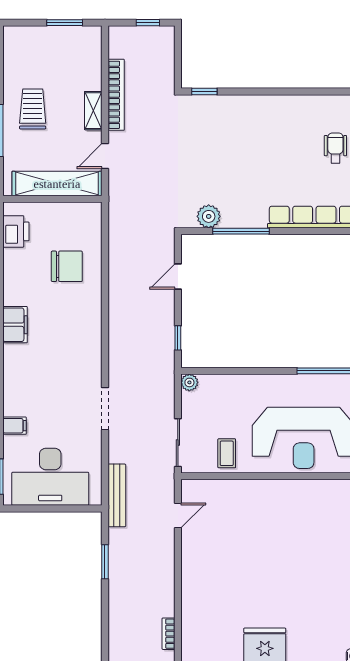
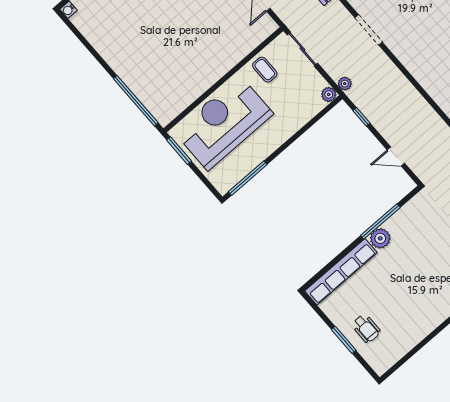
plant: (209, 216) -> (380, 238), moved
door: (178, 276) -> (396, 157), swing flipped
plant: (167, 380) -> (345, 84), added

